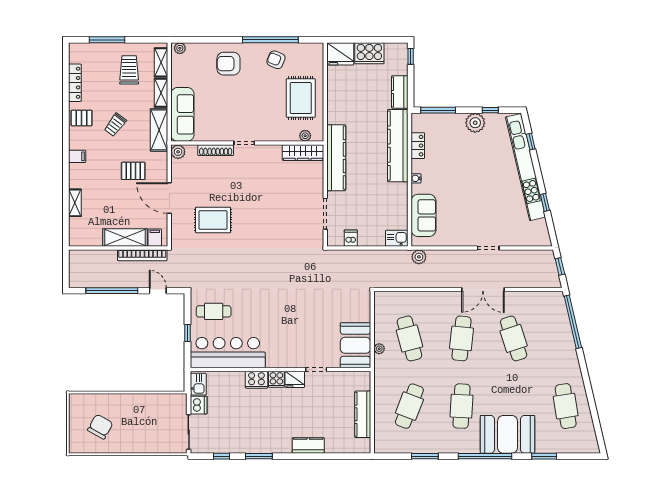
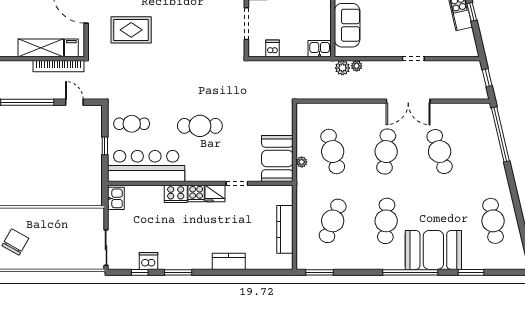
plant: (433, 255) -> (357, 66), added
cafe table: (280, 314) -> (200, 126), added
dishwasher: (199, 405) -> (148, 261), moved, turned -90
window: (425, 456) -> (319, 272), moved

